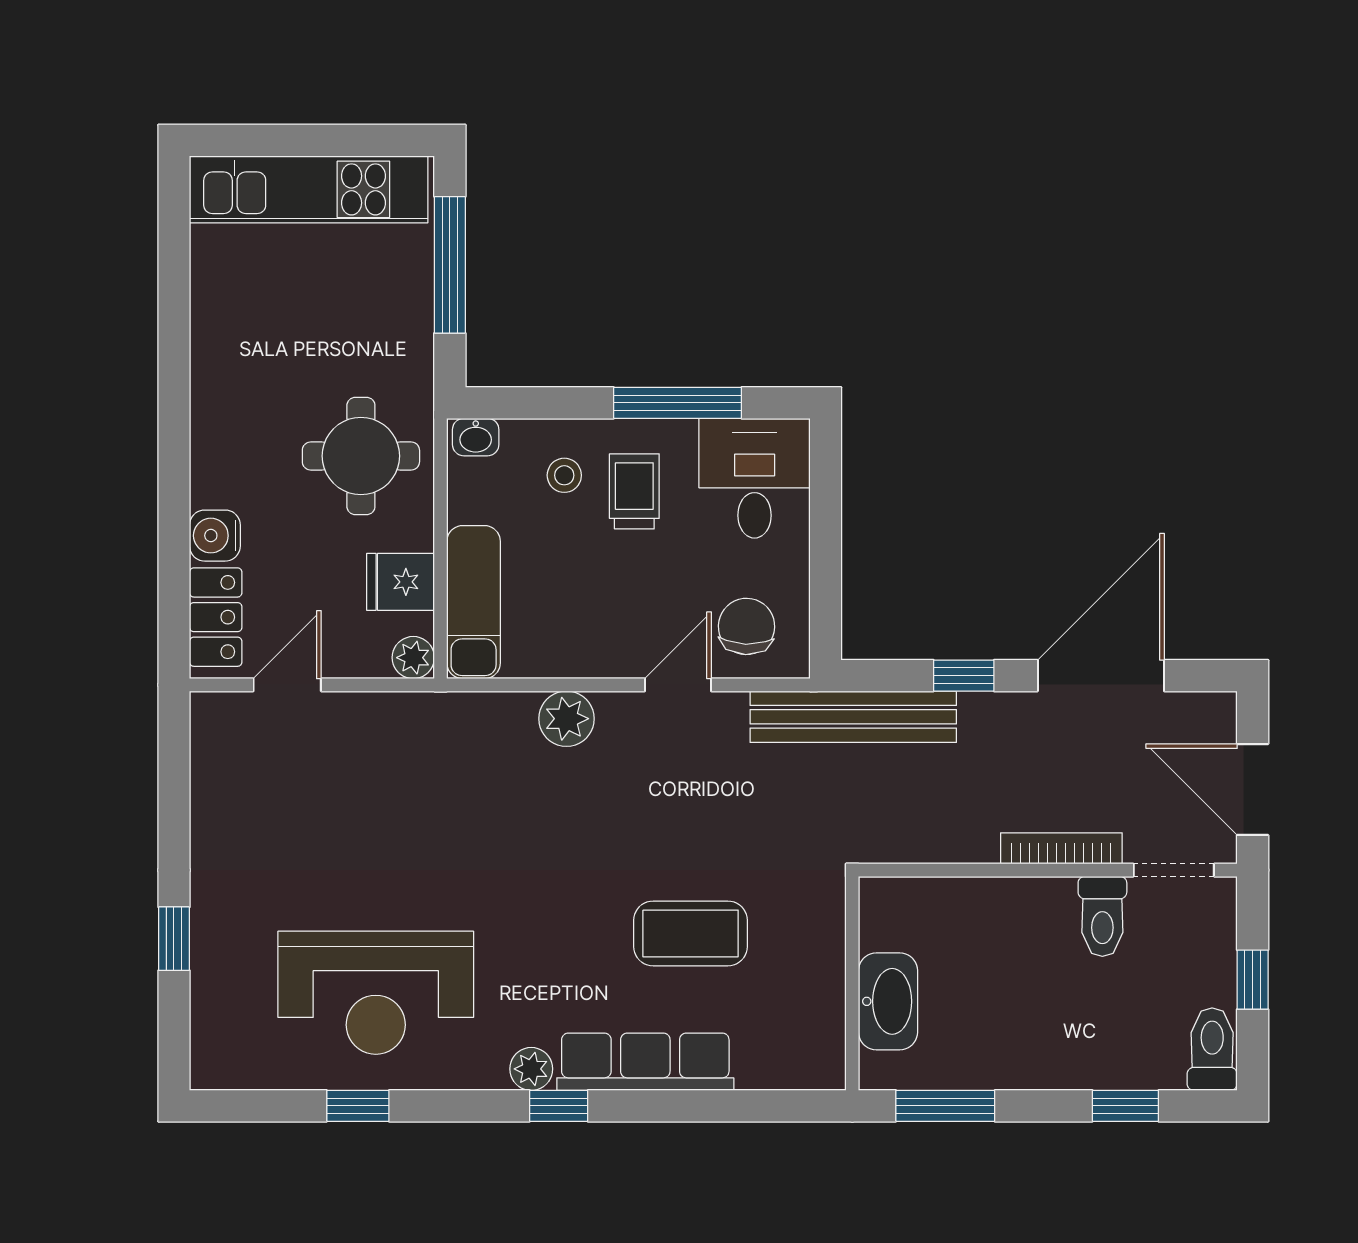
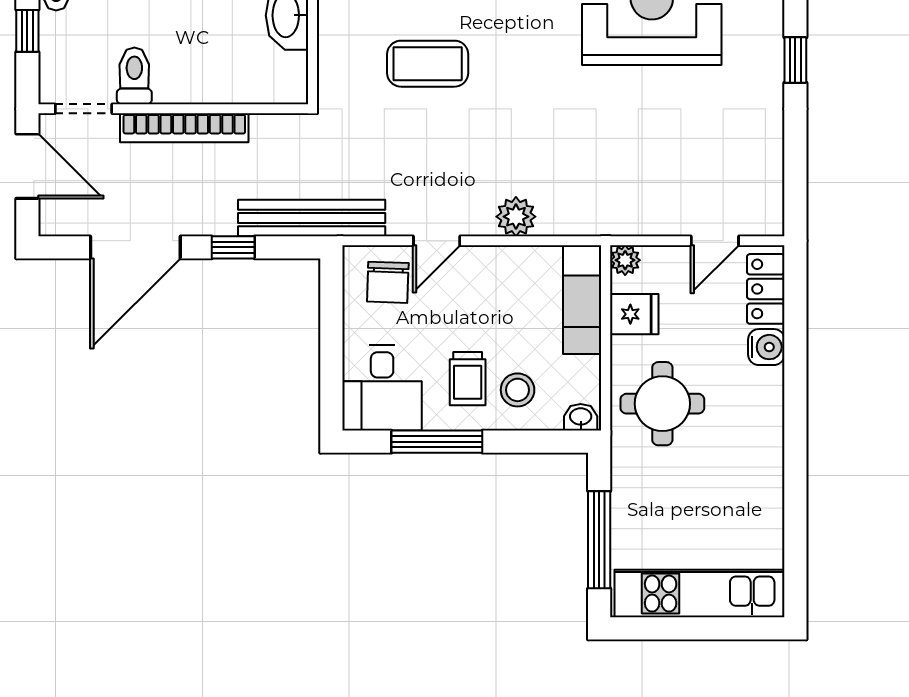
stool: (564, 475) -> (518, 390), width x1.37, depth x1.37
bookcase: (1061, 848) -> (184, 128), width x1.48, depth x1.31

